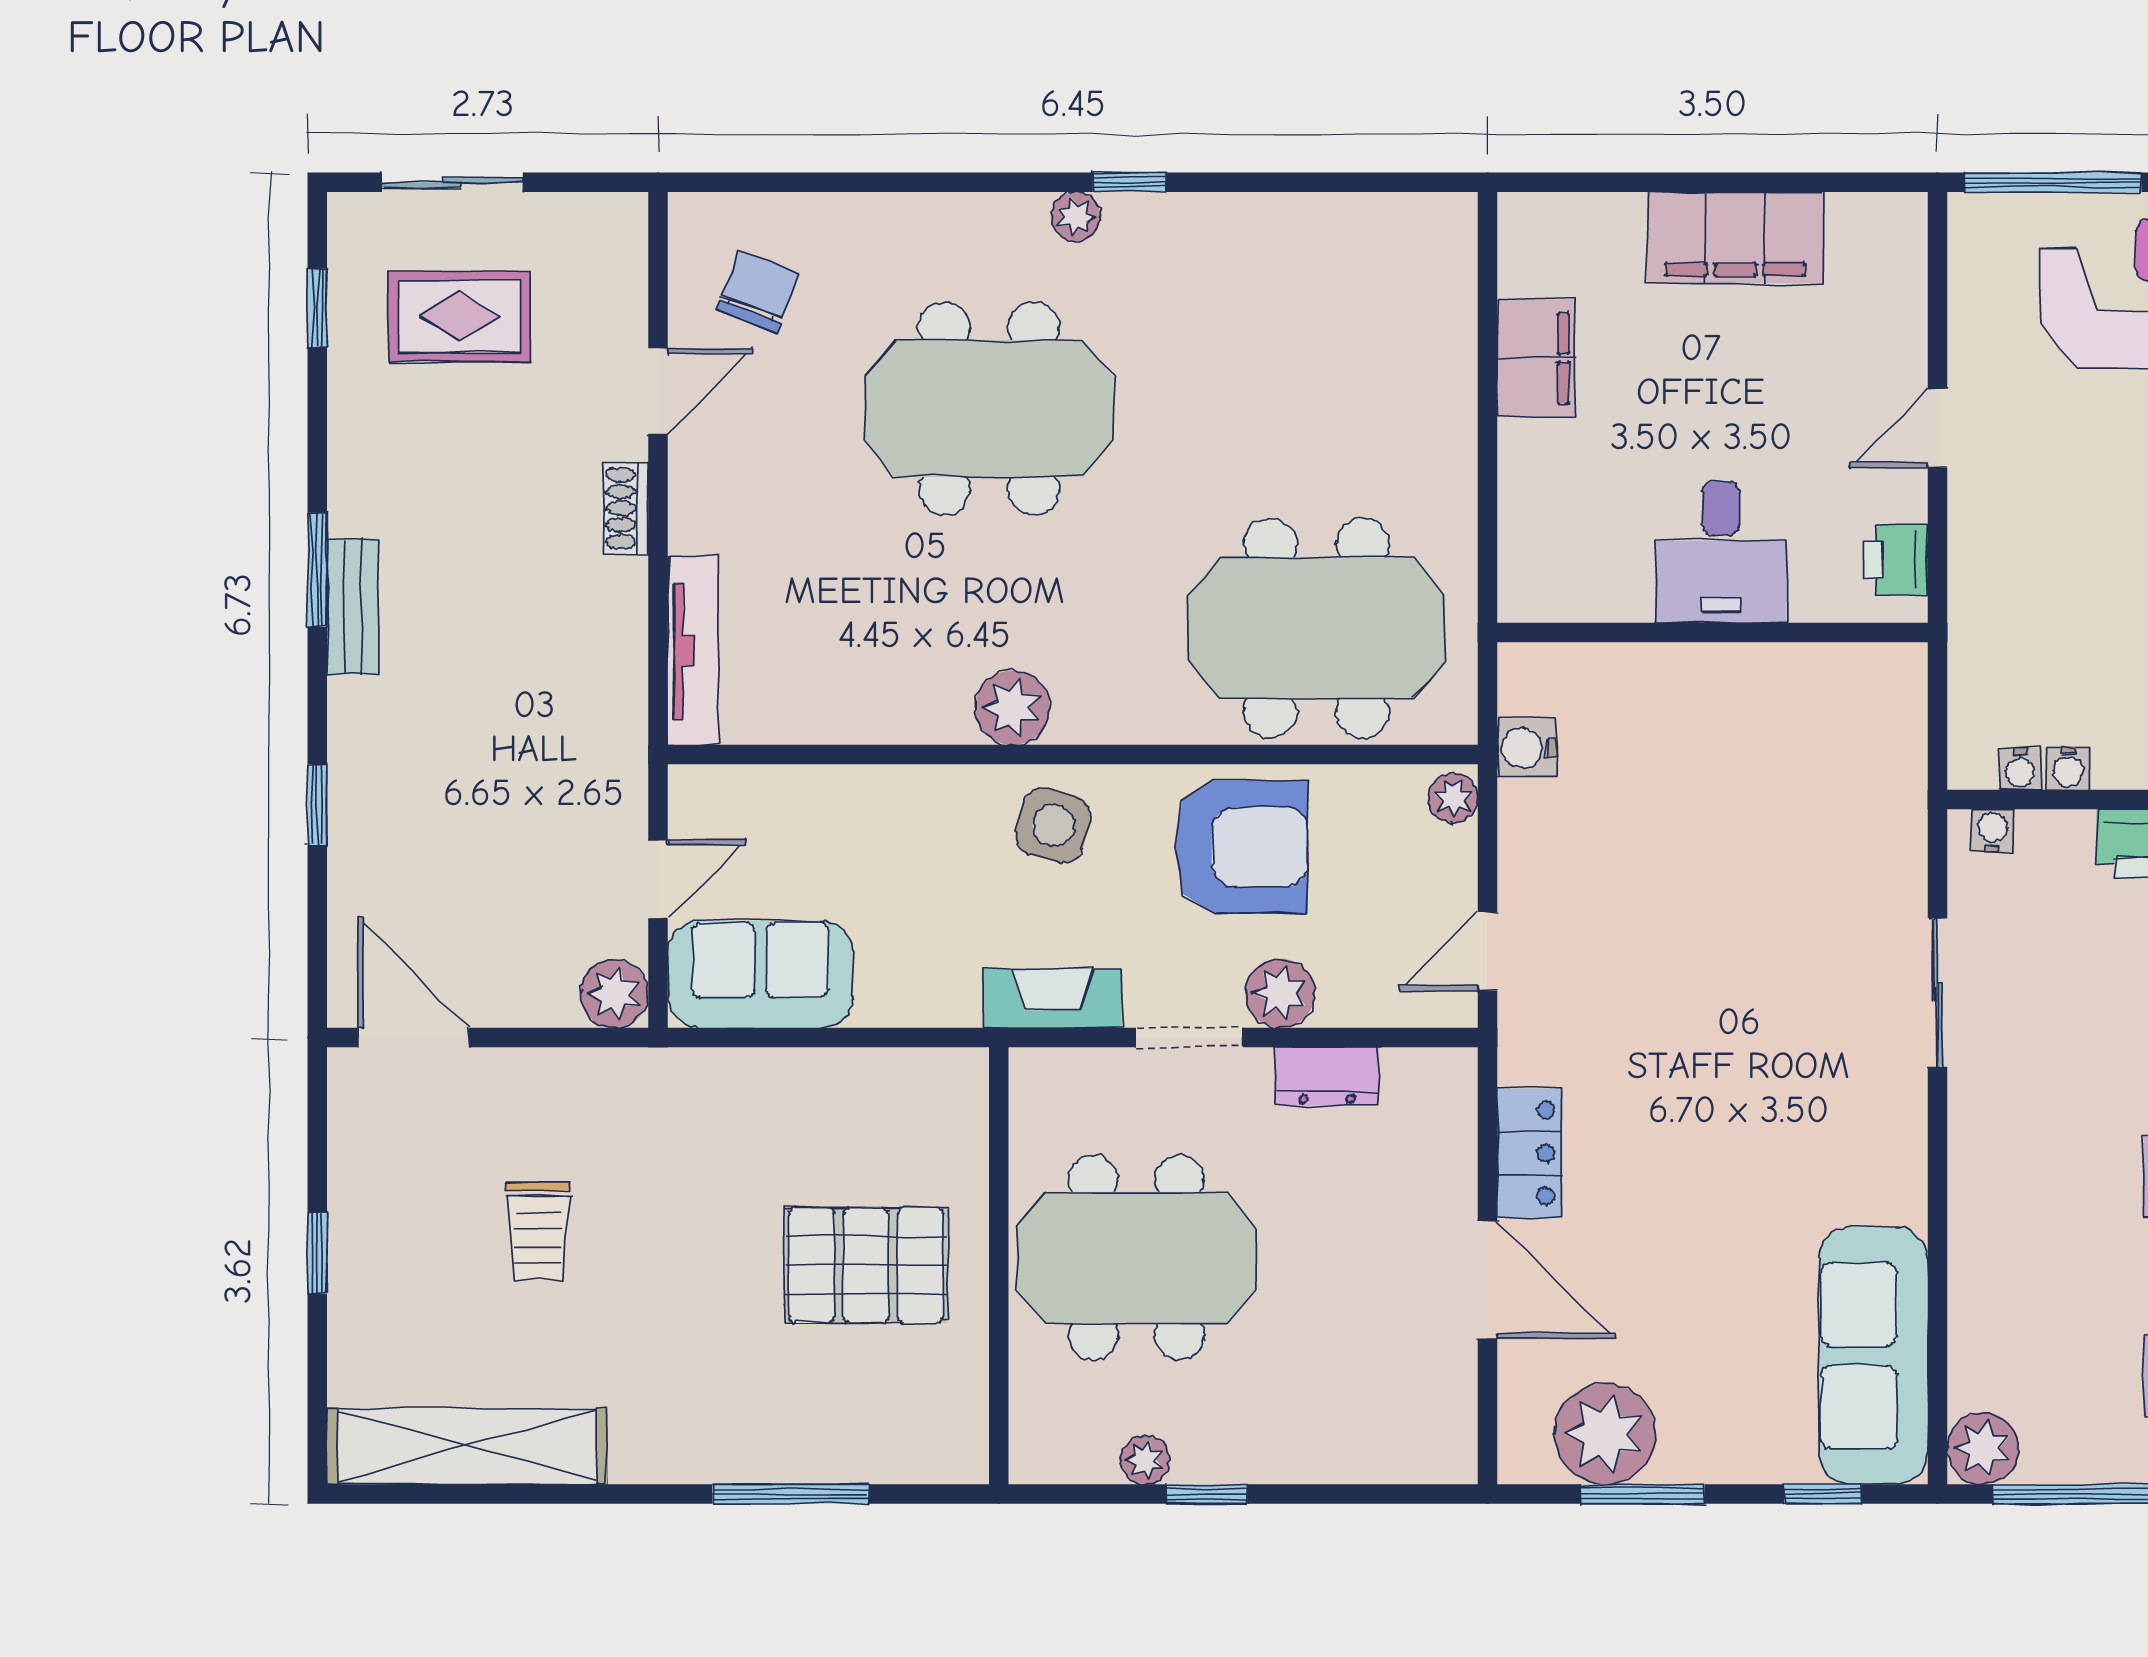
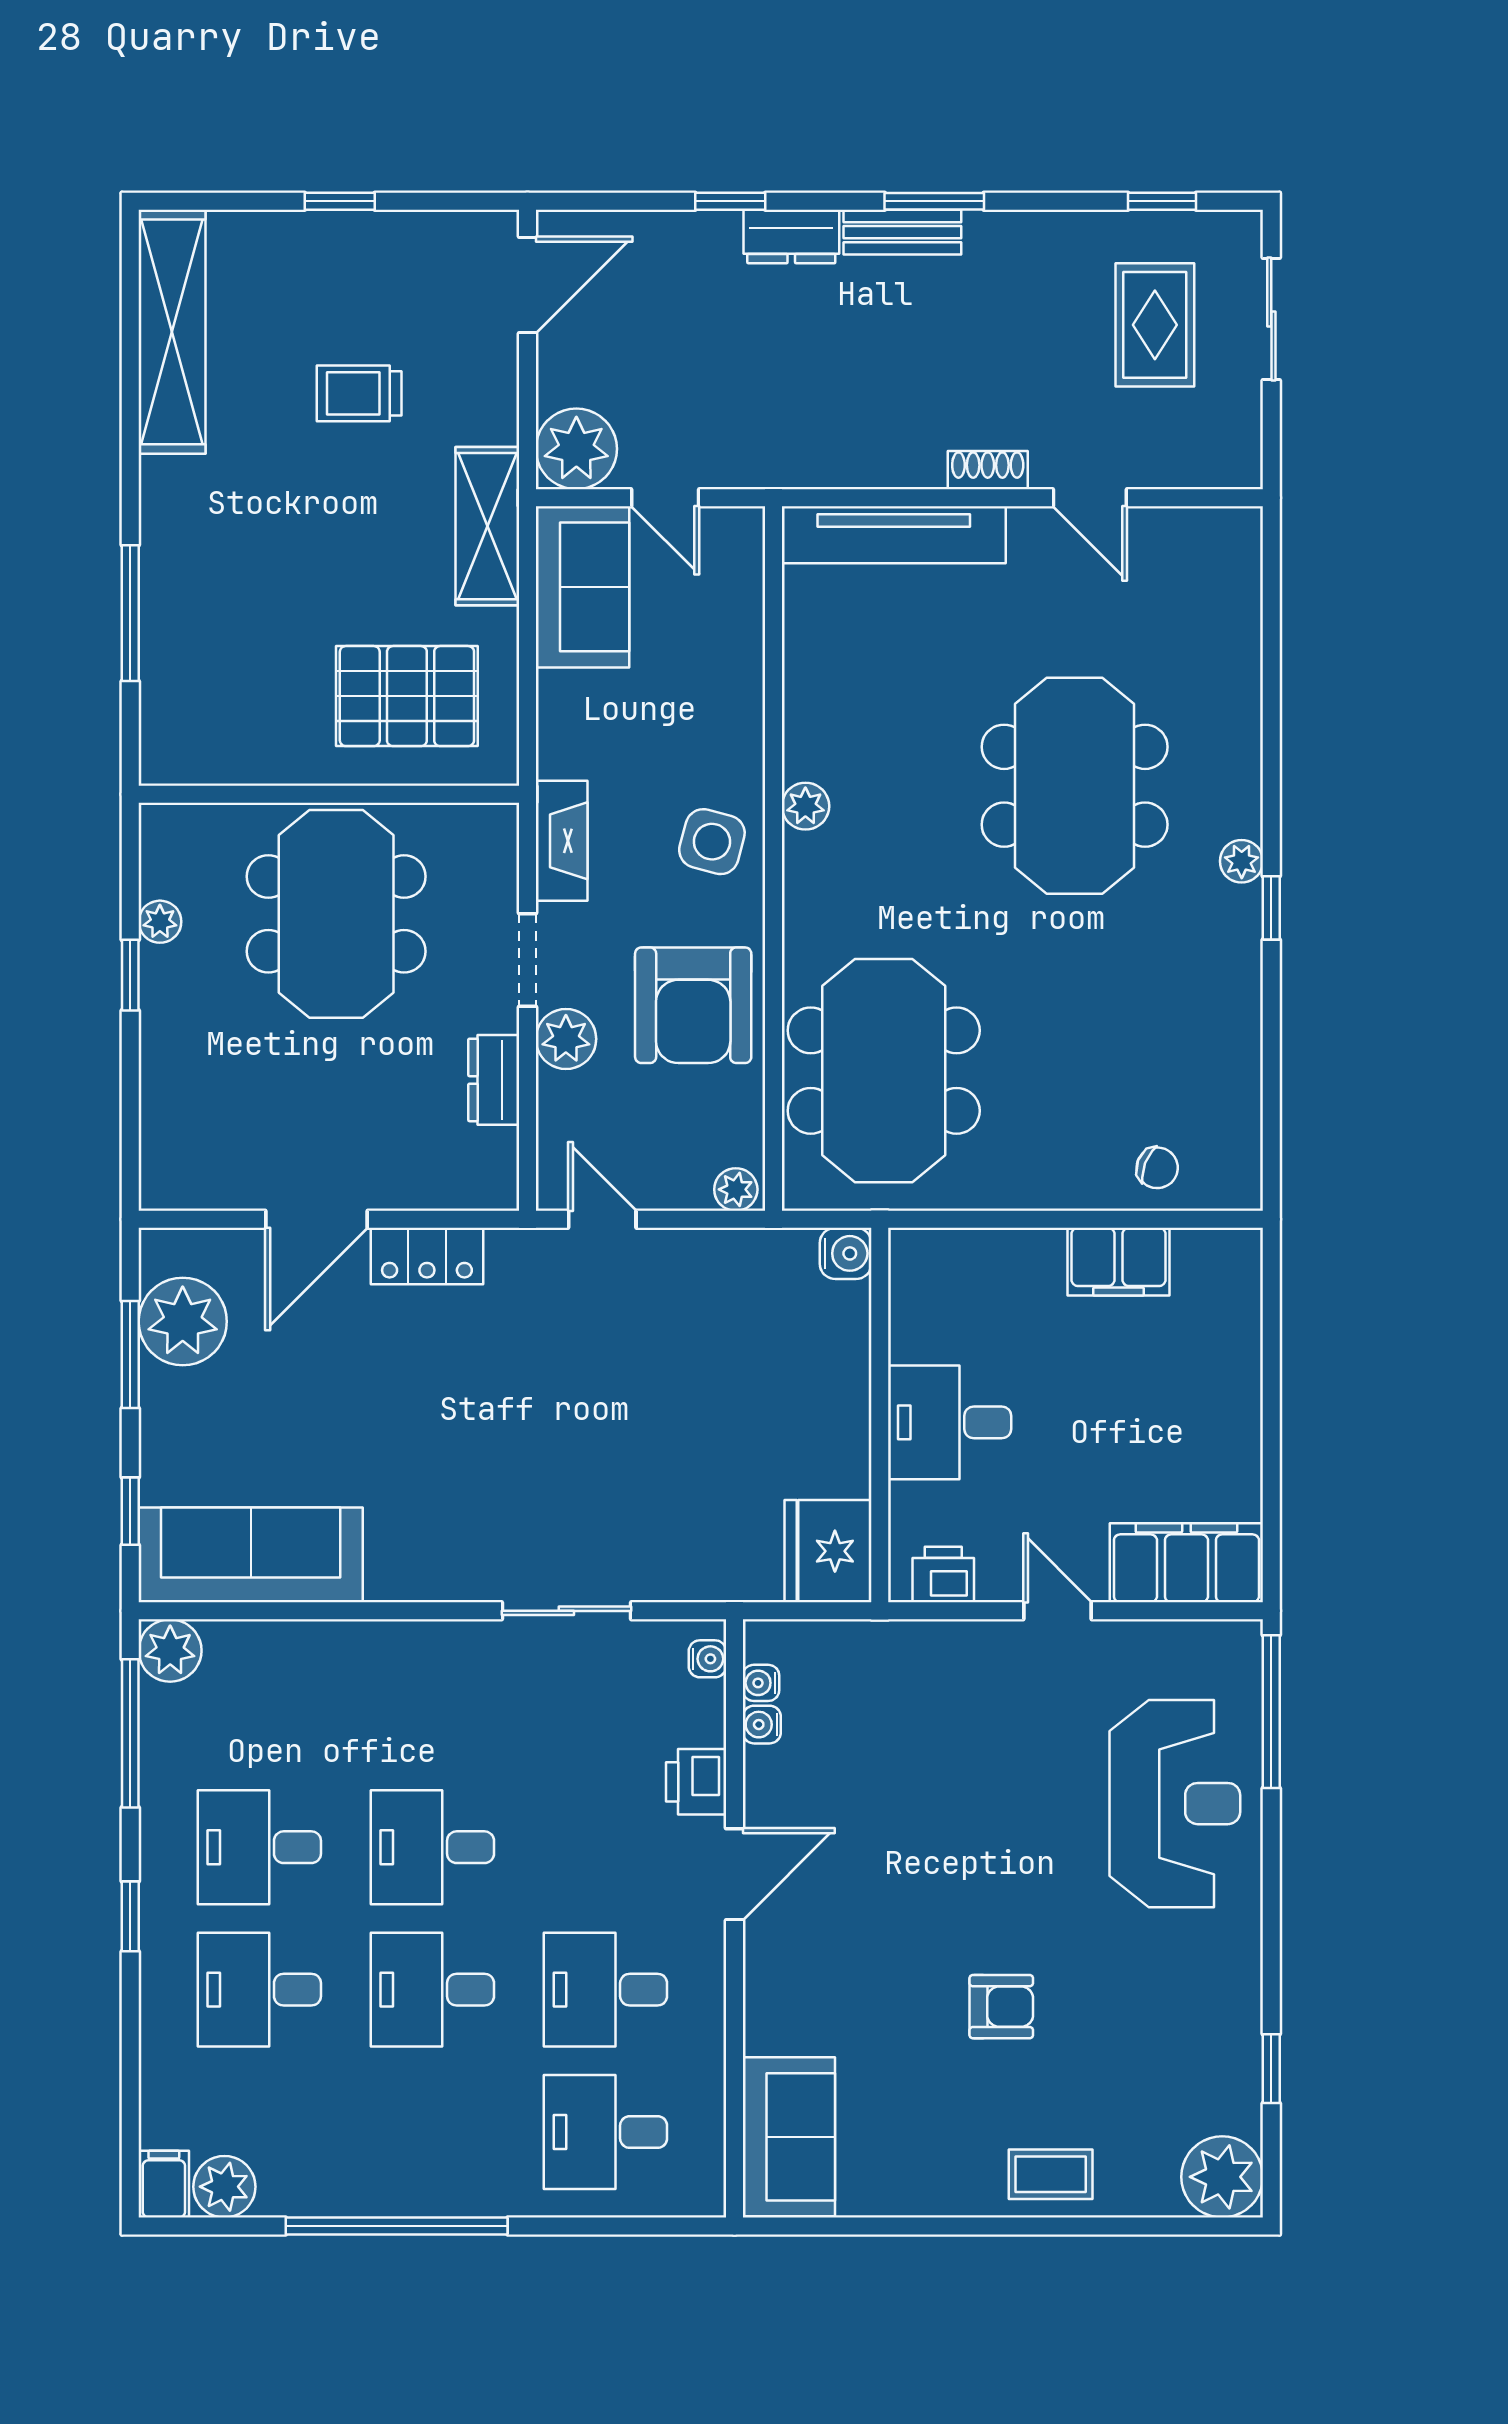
filing cabinet: (1735, 238) -> (1186, 1563), moved, turned 90
chair: (758, 291) -> (1157, 1168), moved, width x0.73, depth x0.73
tv unit: (693, 650) -> (894, 535), width x1.36, depth x1.29
fridge: (1869, 692) -> (828, 1551), added
plant: (1012, 708) -> (805, 806), width x0.73, depth x0.73
dresser: (358, 734) -> (791, 237), added
water cooler: (1527, 748) -> (846, 1253), moved, turned 90
plant: (614, 994) -> (576, 449), width x1.36, depth x1.36
shelving: (691, 1084) -> (487, 526), added
pallet: (866, 1265) -> (407, 696), moved, turned 90

